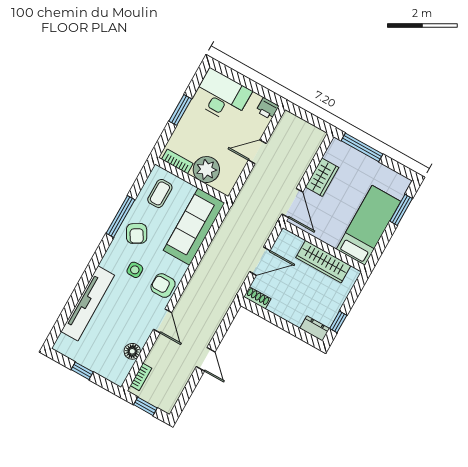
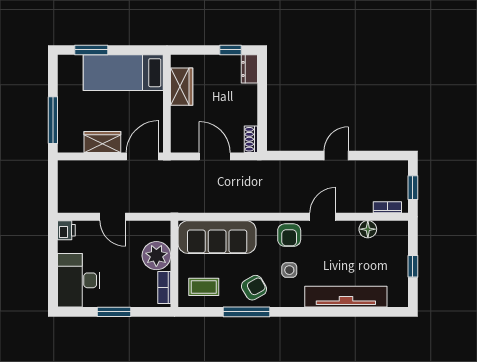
wardrobe: (323, 262) -> (182, 87), width x0.67

